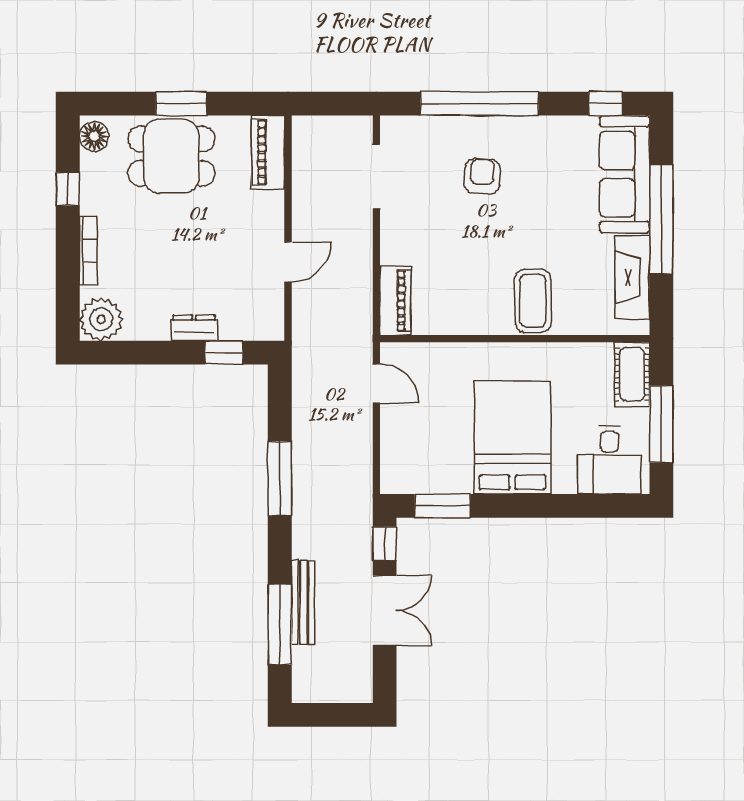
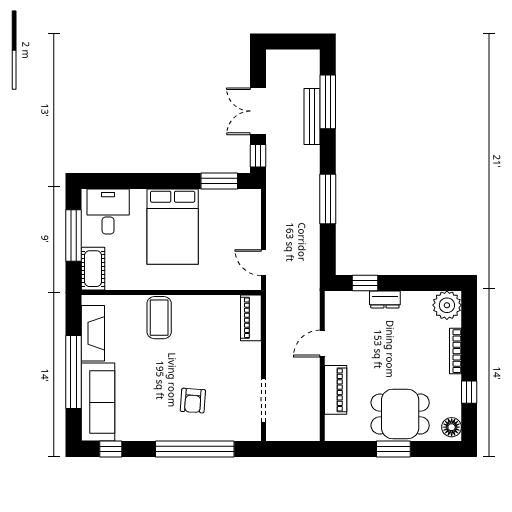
piano: (268, 152) -> (336, 390), moved

